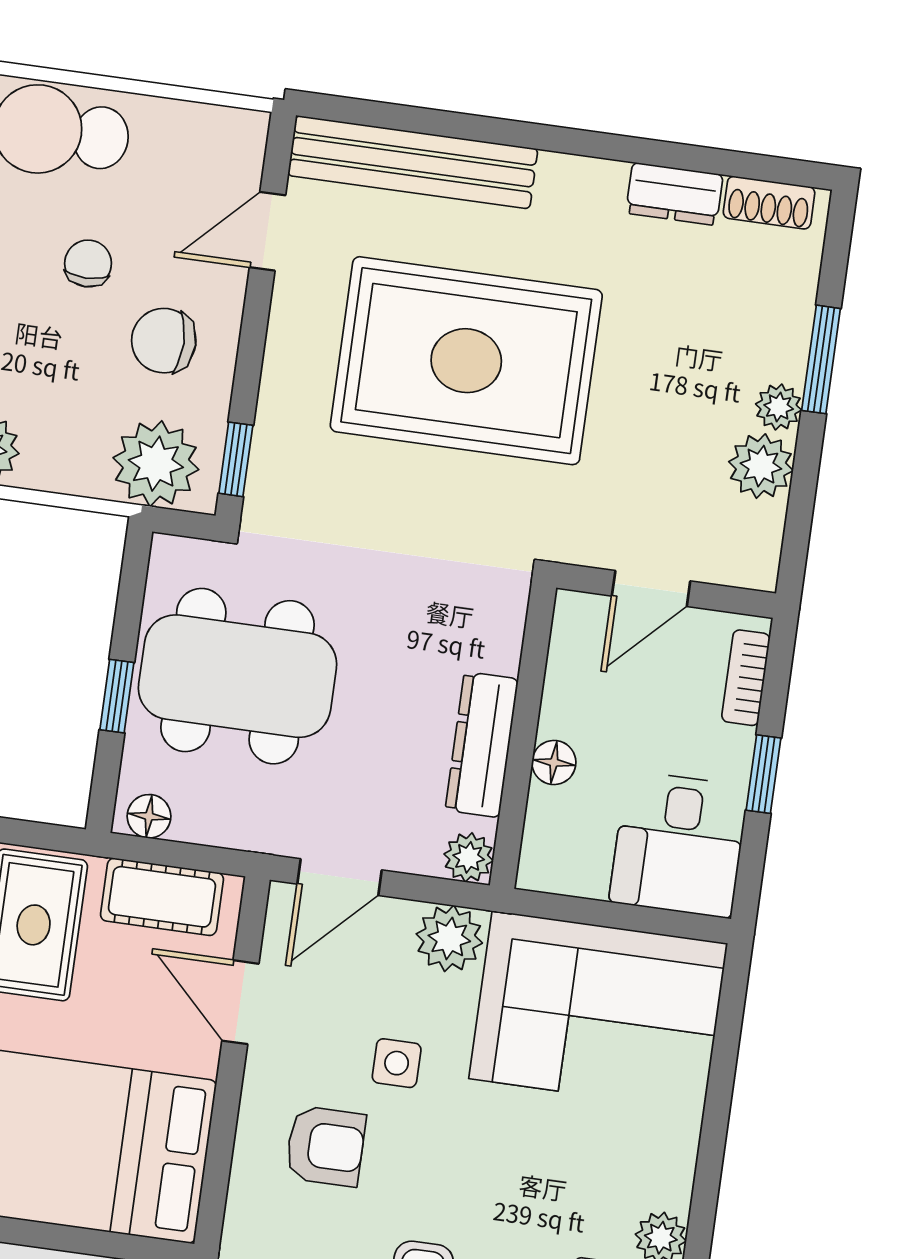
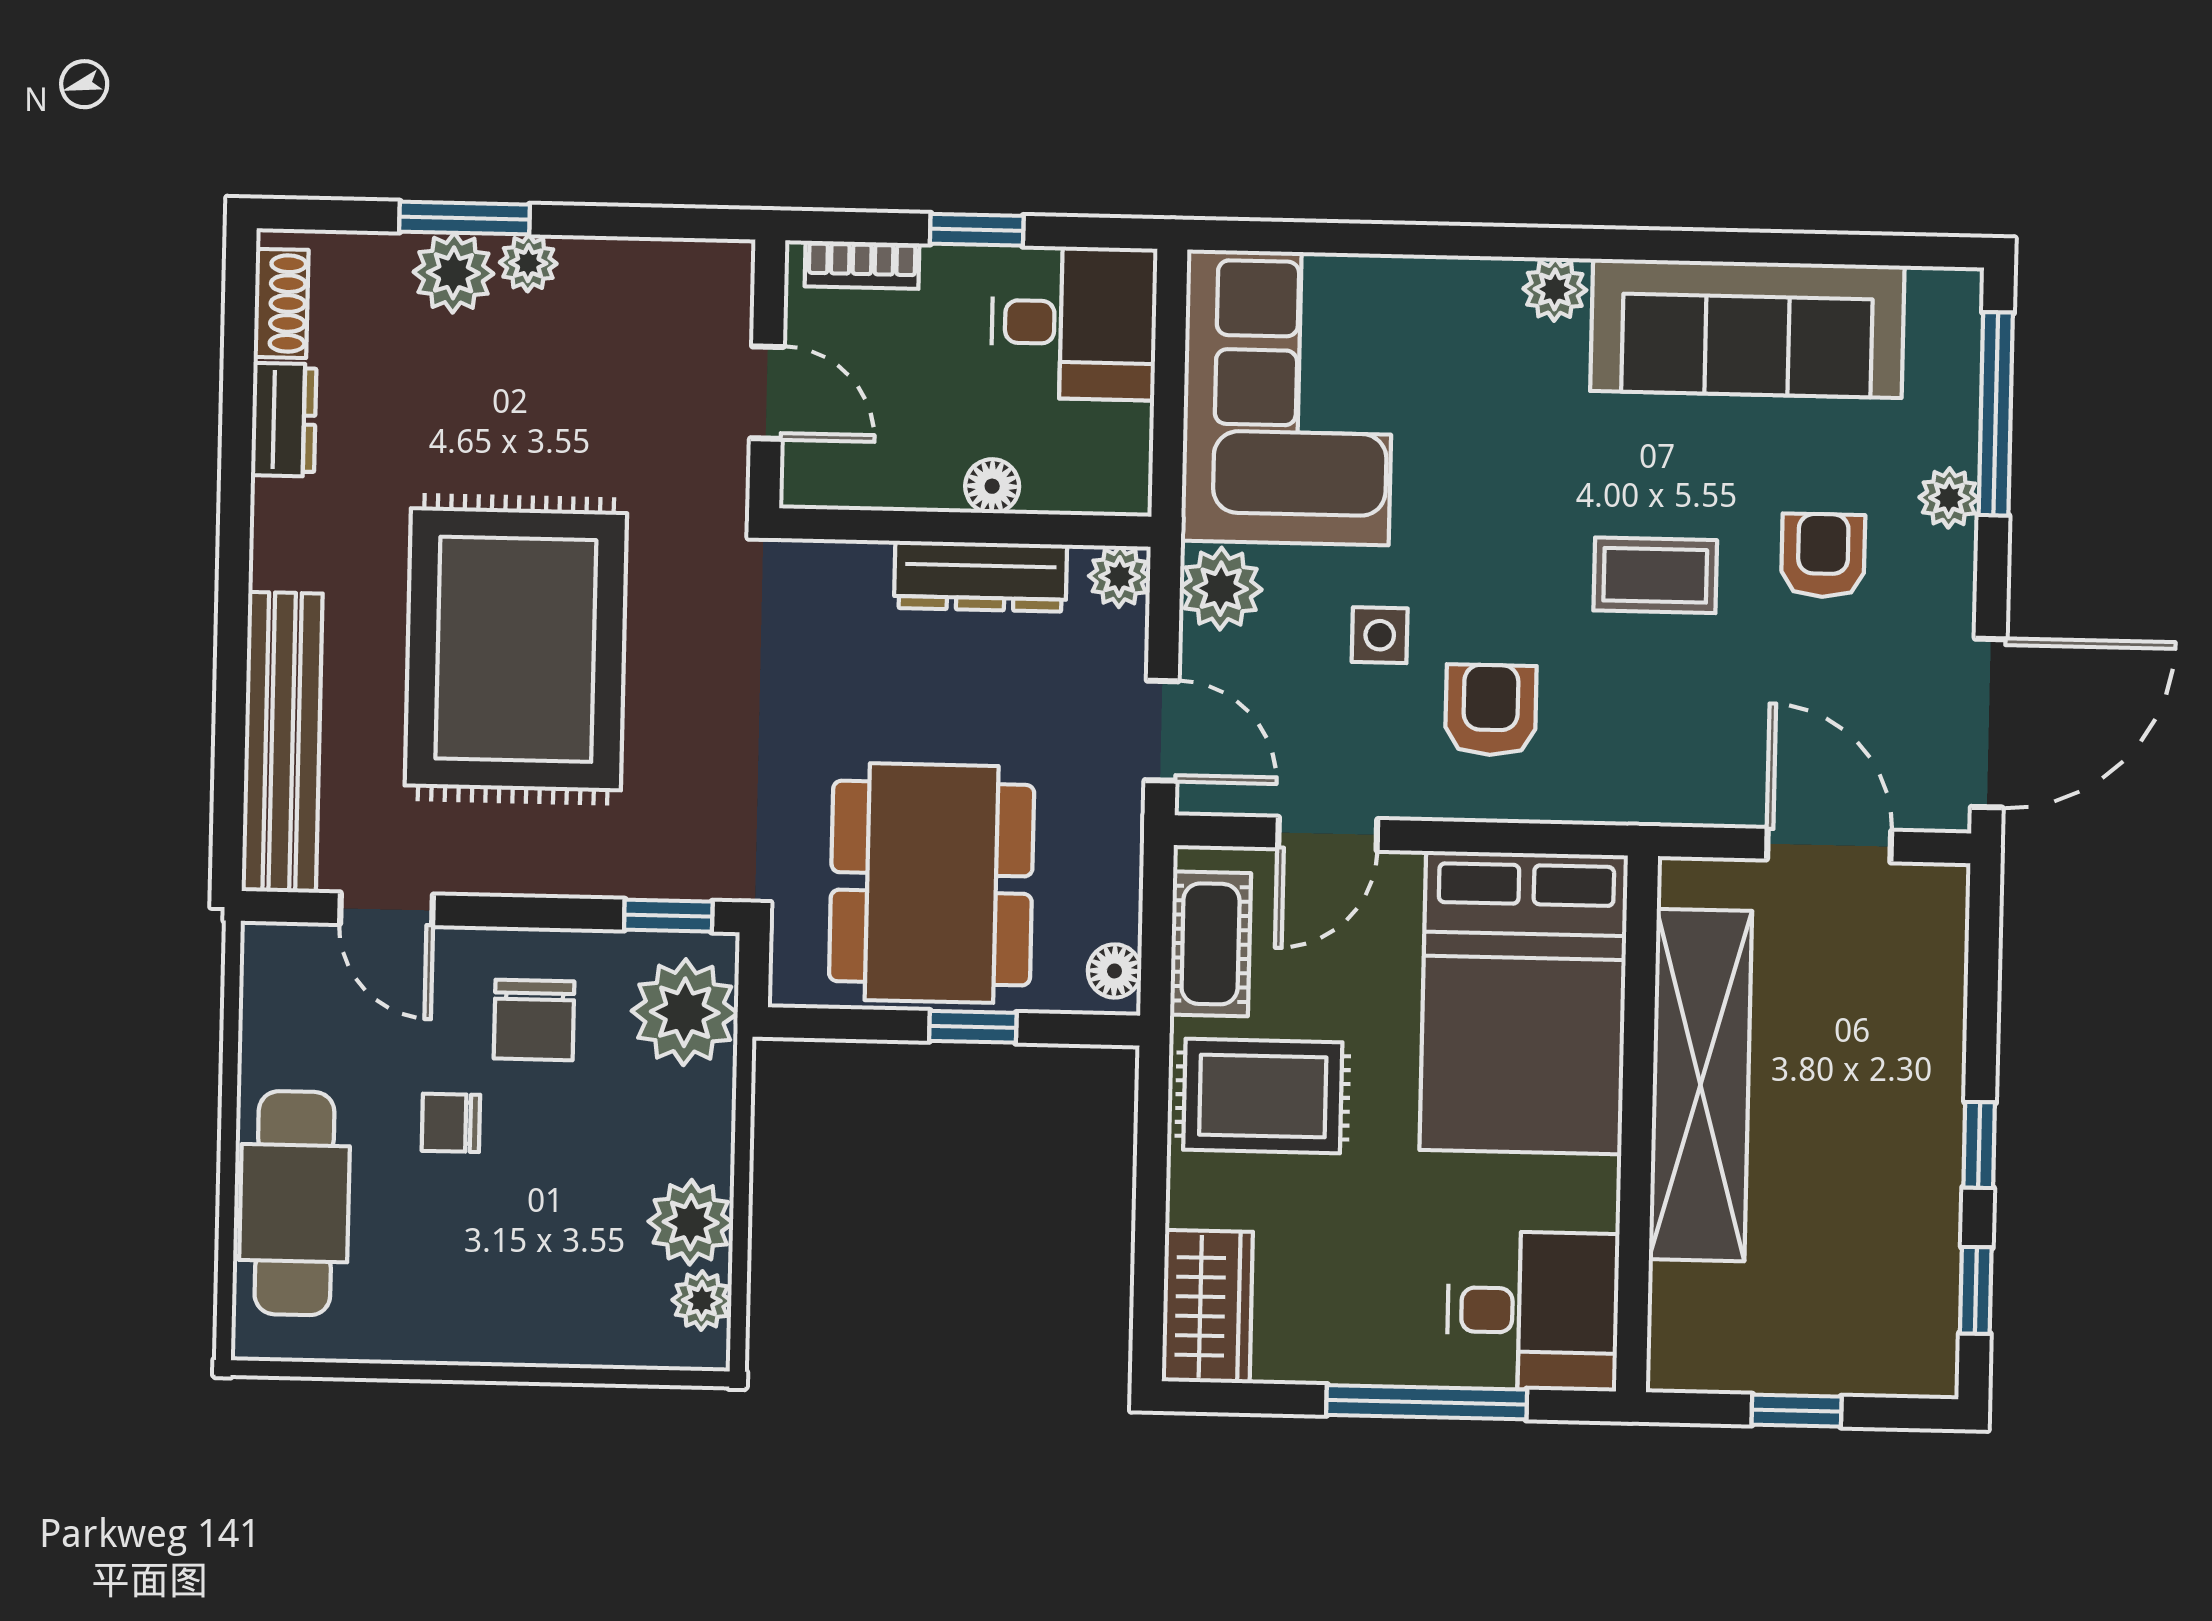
plant: (761, 466) -> (453, 273), moved

